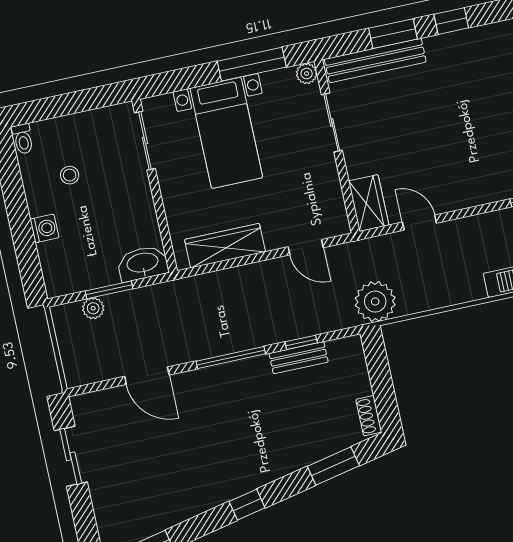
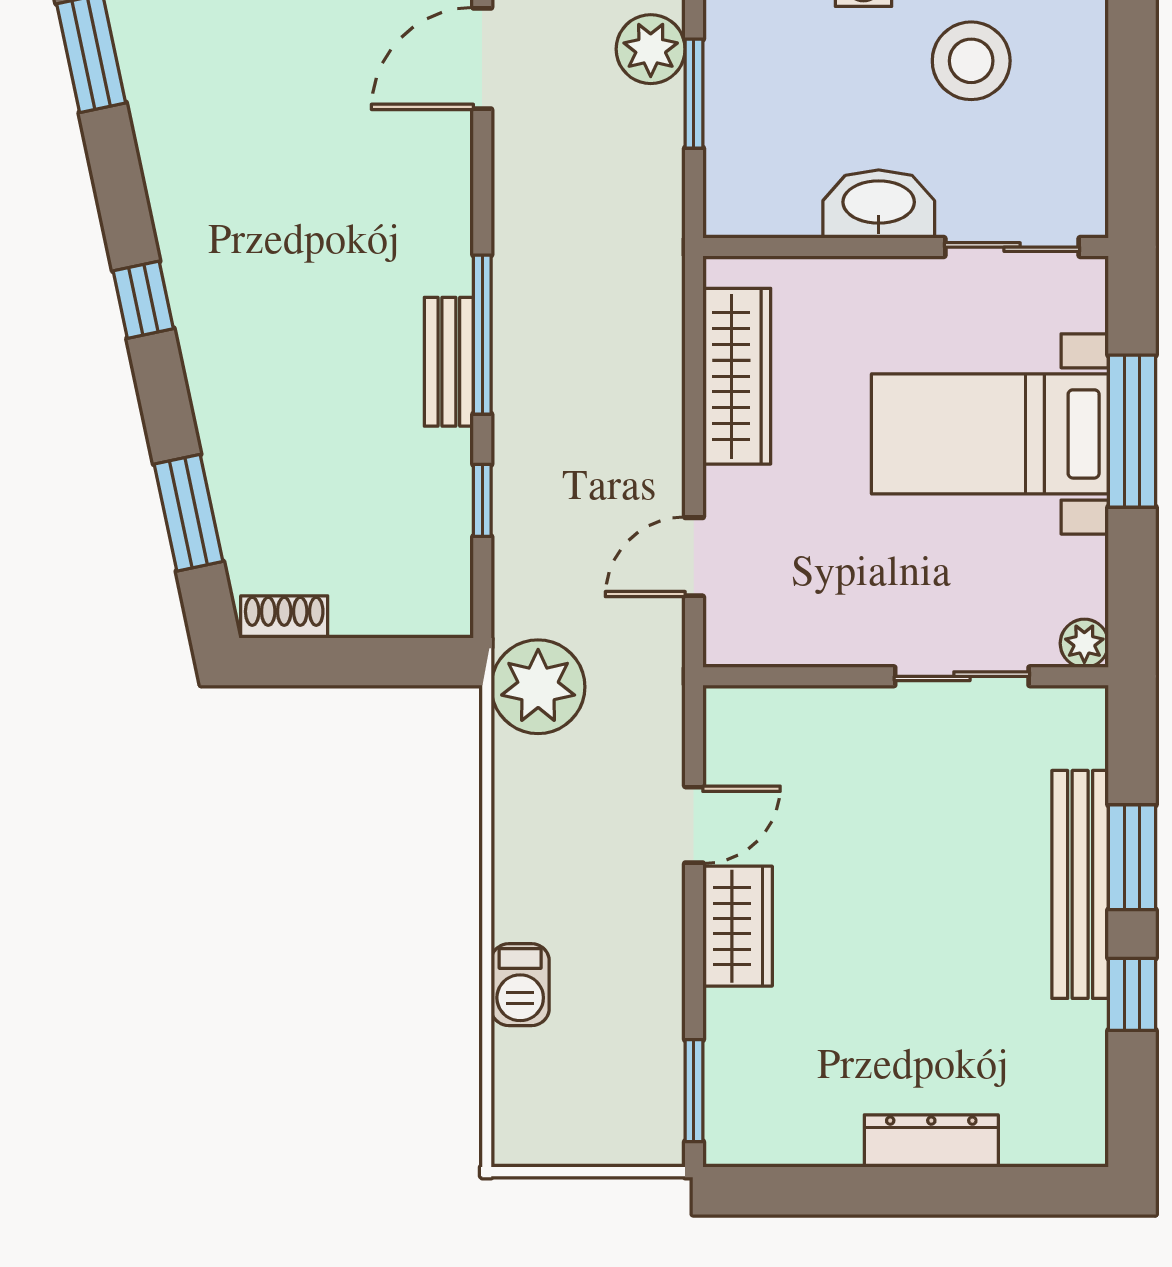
bench: (375, 61) -> (1080, 884), moved
window: (252, 64) -> (1132, 431), moved
stool: (70, 175) -> (971, 61), width x1.89, depth x1.89
wardrobe: (369, 203) -> (738, 926), moved, turned -90
washbasin: (143, 263) -> (879, 204), moved, turned -90
plant: (93, 308) -> (651, 49), width x1.38, depth x1.38
bench: (299, 358) -> (449, 362), moved
door: (147, 376) -> (482, 58), moved

